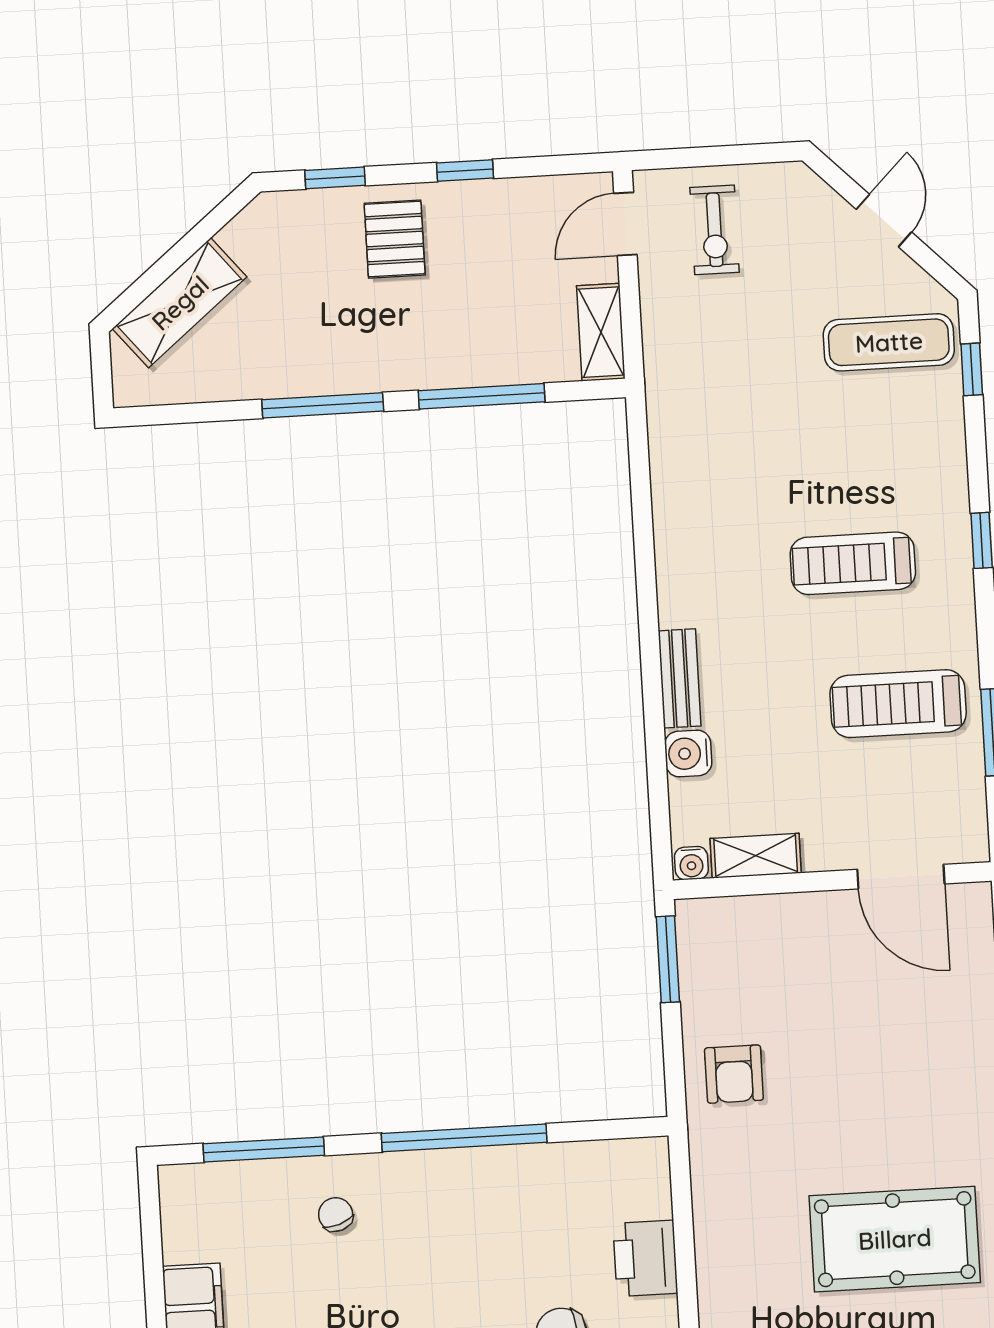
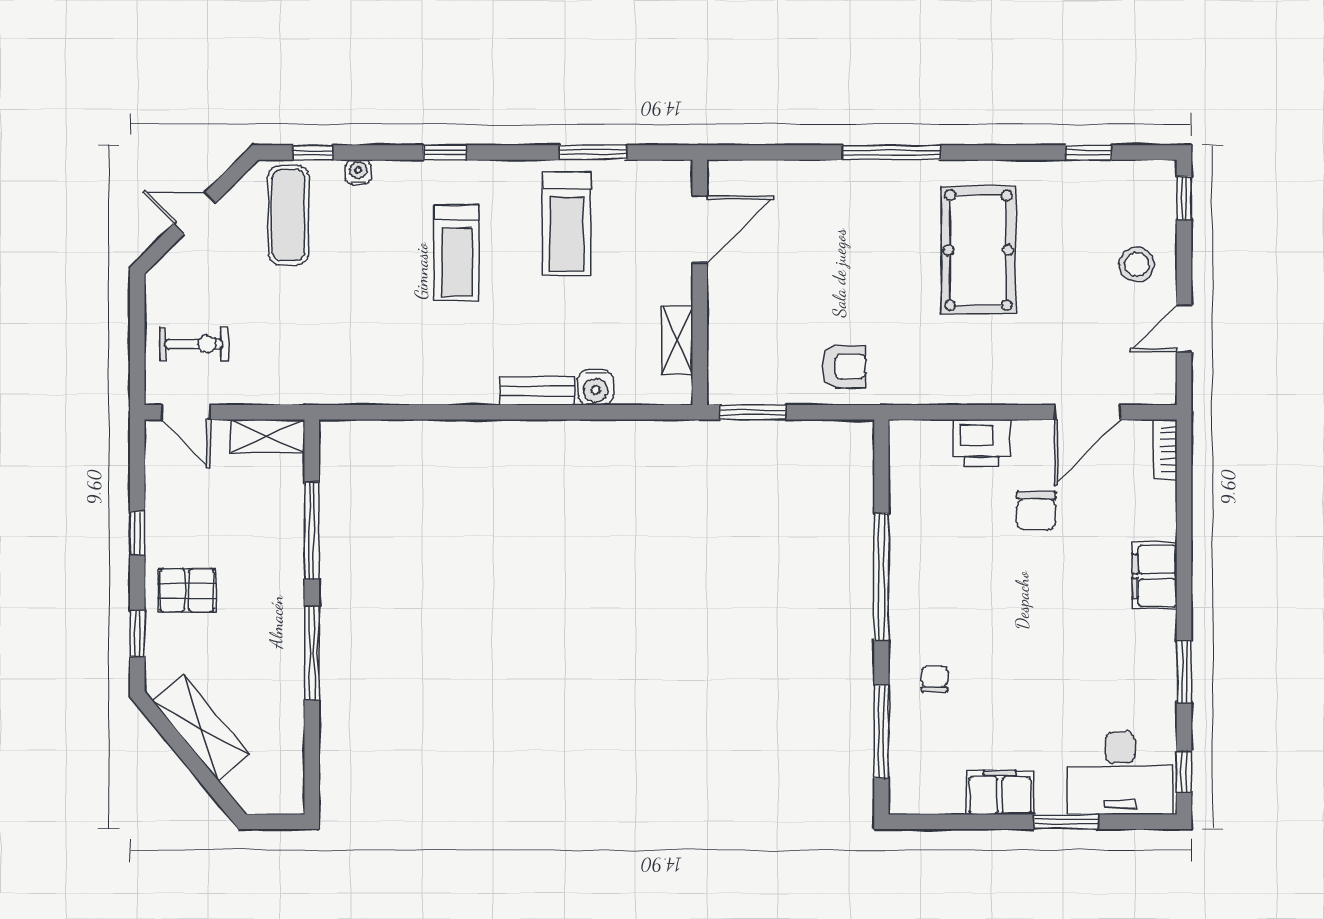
shelving: (180, 303) -> (201, 728), moved
water cooler: (691, 863) -> (358, 172), moved, turned -90
chair: (336, 1214) -> (935, 679), turned 109

